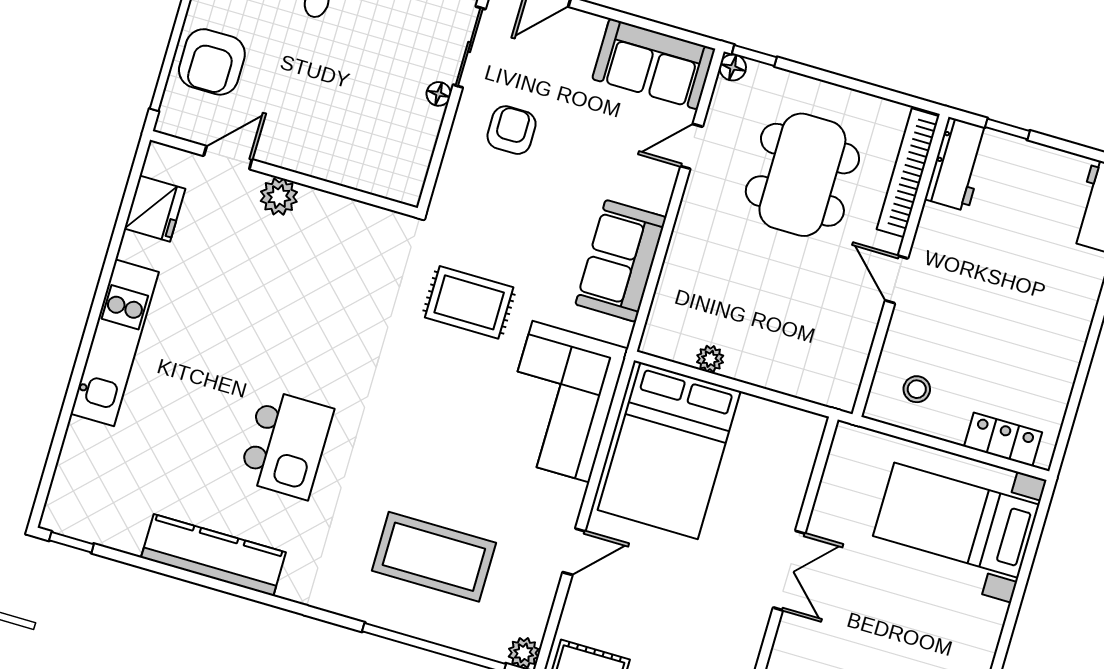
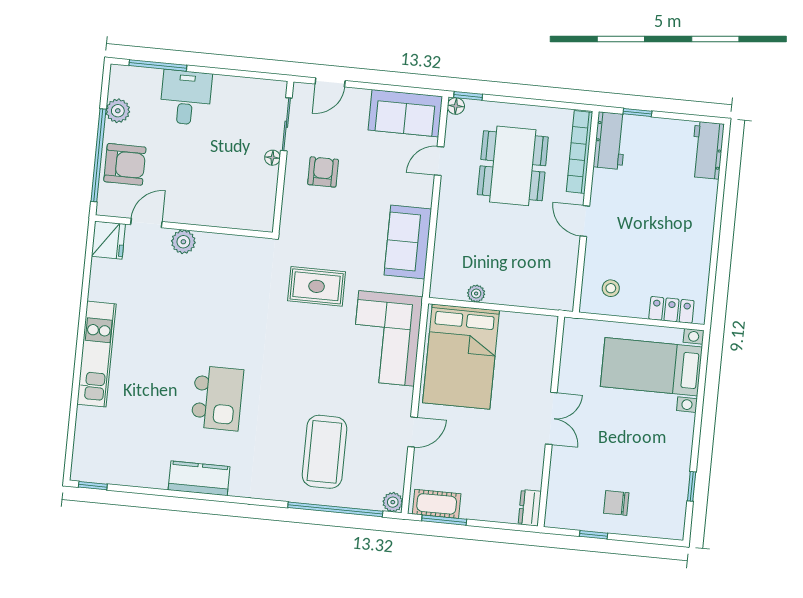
armchair: (212, 62) -> (125, 164), turned -90
fridge: (155, 209) -> (108, 240), moved
kitchen counter: (213, 555) -> (199, 478), width x0.67
coffee table: (434, 557) -> (324, 452), turned 90

